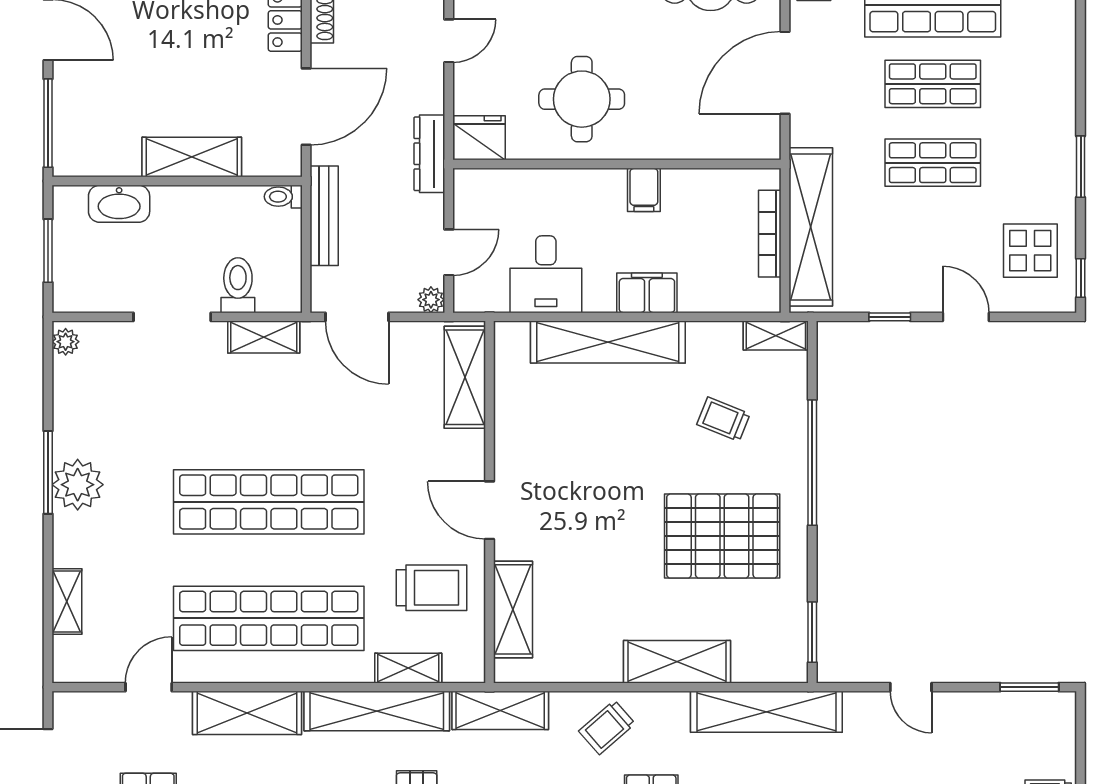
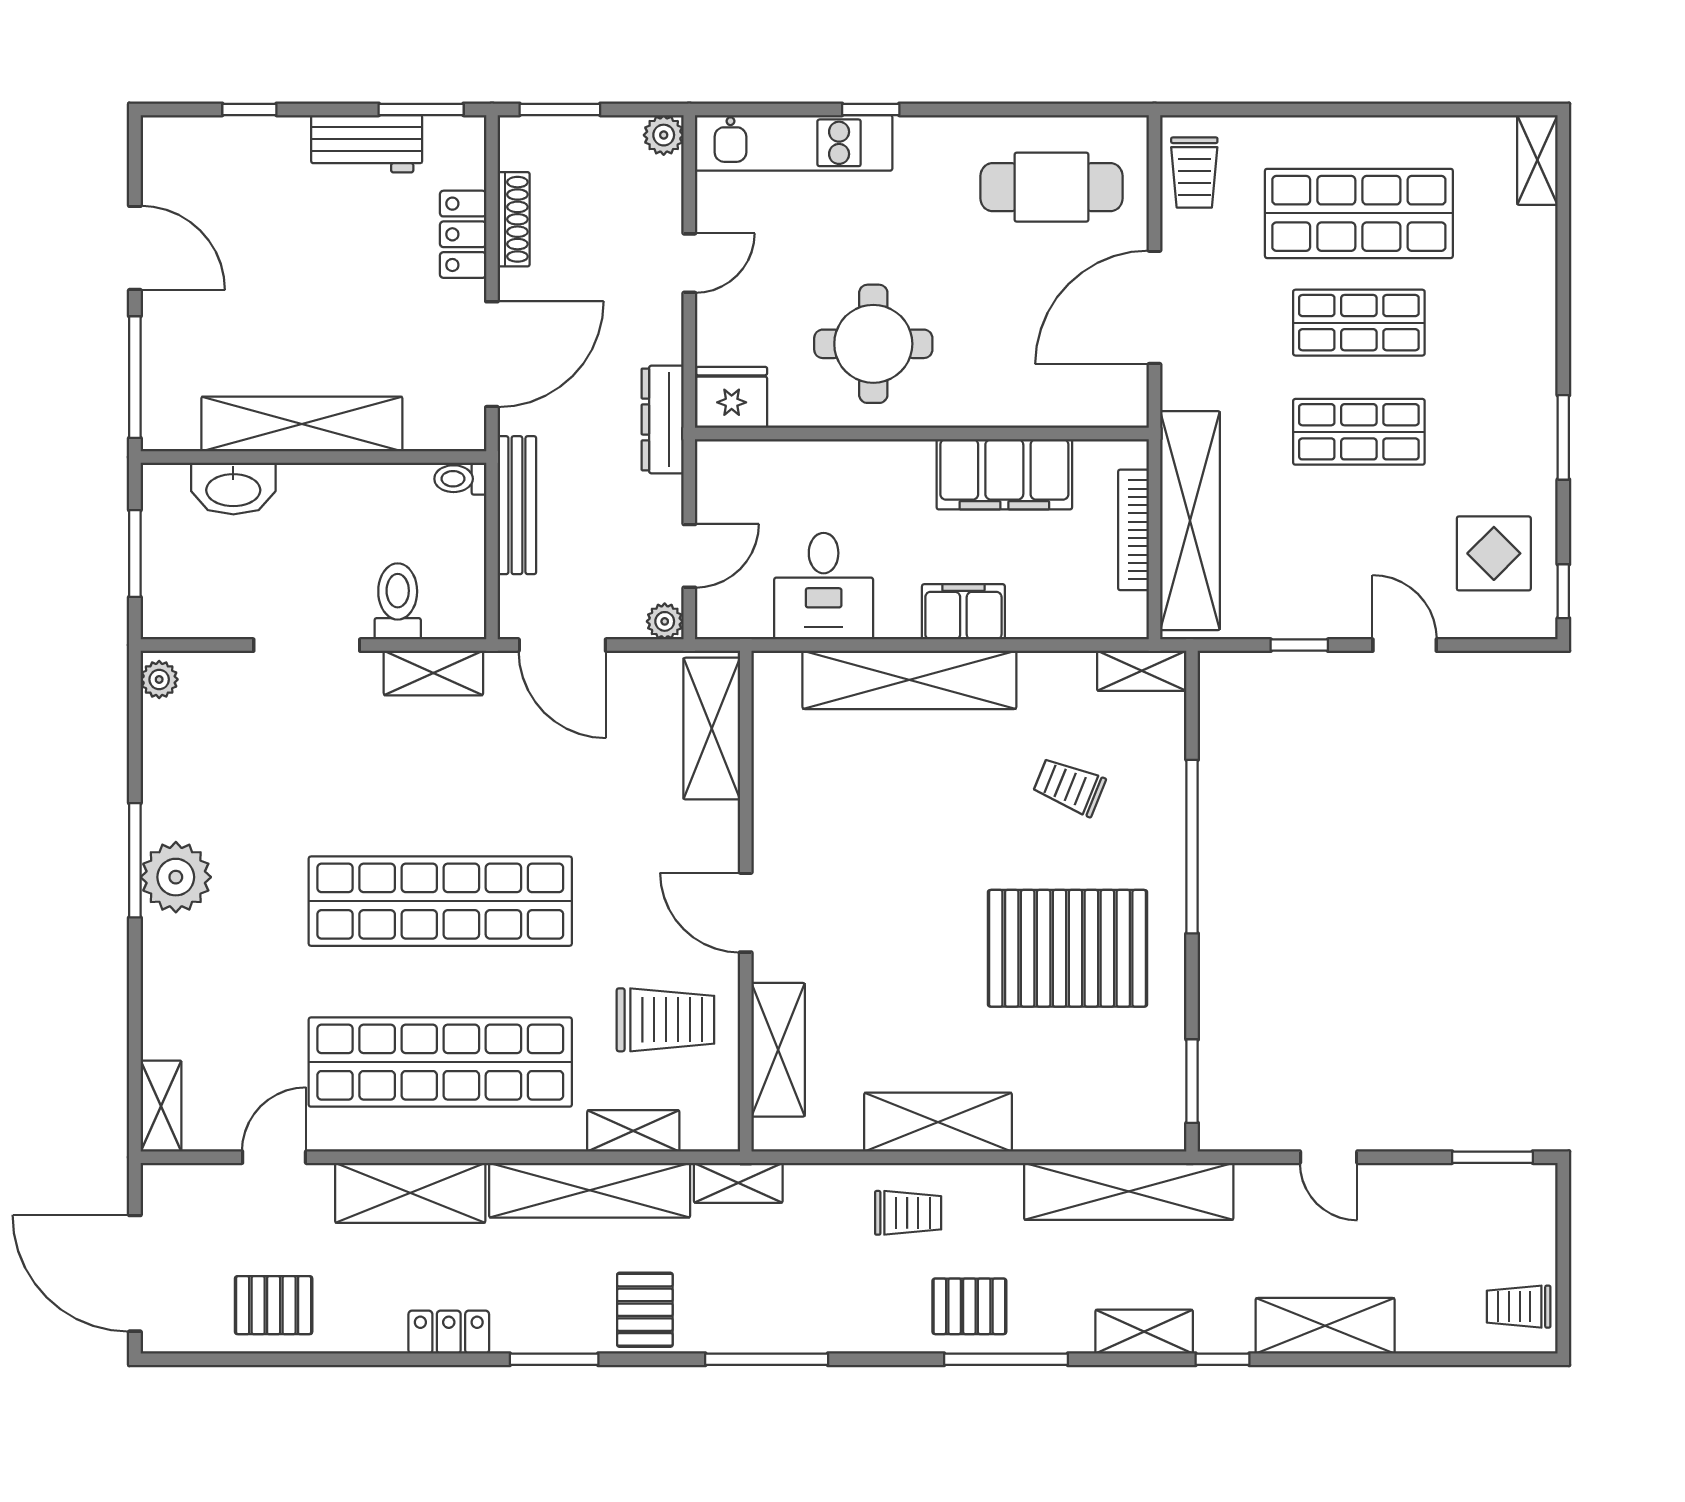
shelving: (192, 157) -> (302, 424), width x1.47
filing cabinet: (644, 190) -> (1004, 474), width x3.00, depth x1.17
shelving: (67, 601) -> (161, 1106), moved
shelving: (677, 662) -> (938, 1122), moved
shelving: (500, 710) -> (738, 1183), width x0.67, depth x0.75
trolley: (607, 727) -> (908, 1213), turned -139

